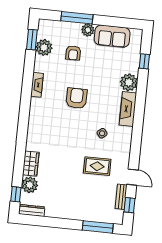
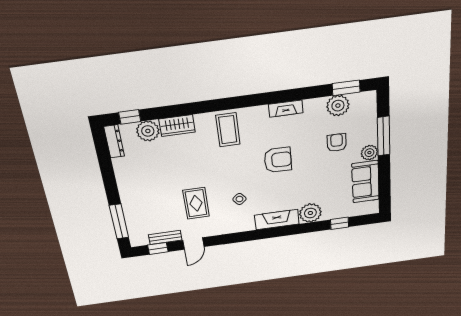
armchair: (73, 53) -> (337, 143), turned 91
coffee table: (43, 129) -> (228, 130), added

